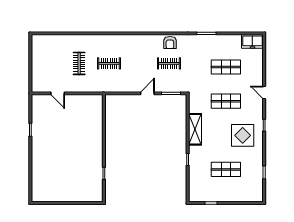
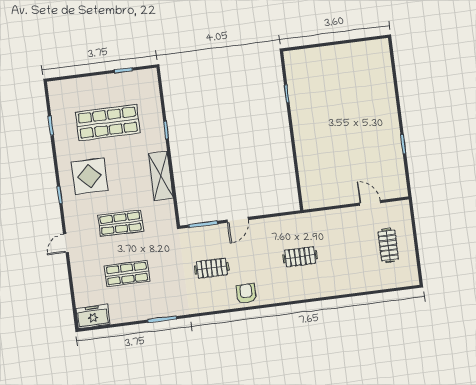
armchair: (170, 43) -> (246, 293), moved
clothes rail: (79, 63) -> (388, 245), moved
door: (264, 93) -> (66, 243), swing flipped
shop shelf: (226, 169) -> (108, 123), width x1.43, depth x1.36

